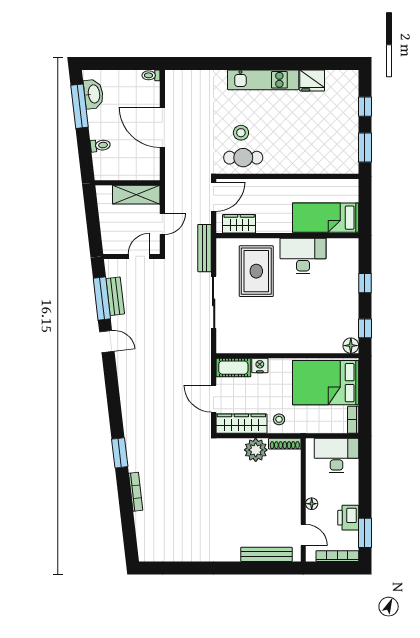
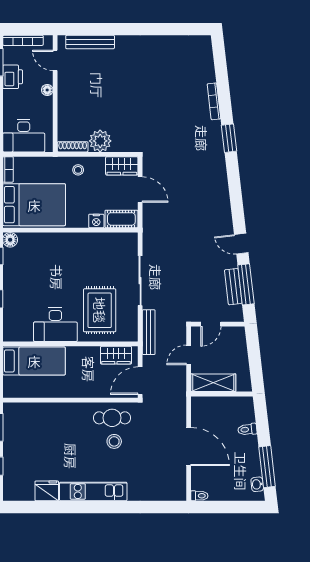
washbasin: (93, 94) -> (257, 484), width x0.52, depth x0.69
wardrobe: (241, 424) -> (122, 166), width x0.67

